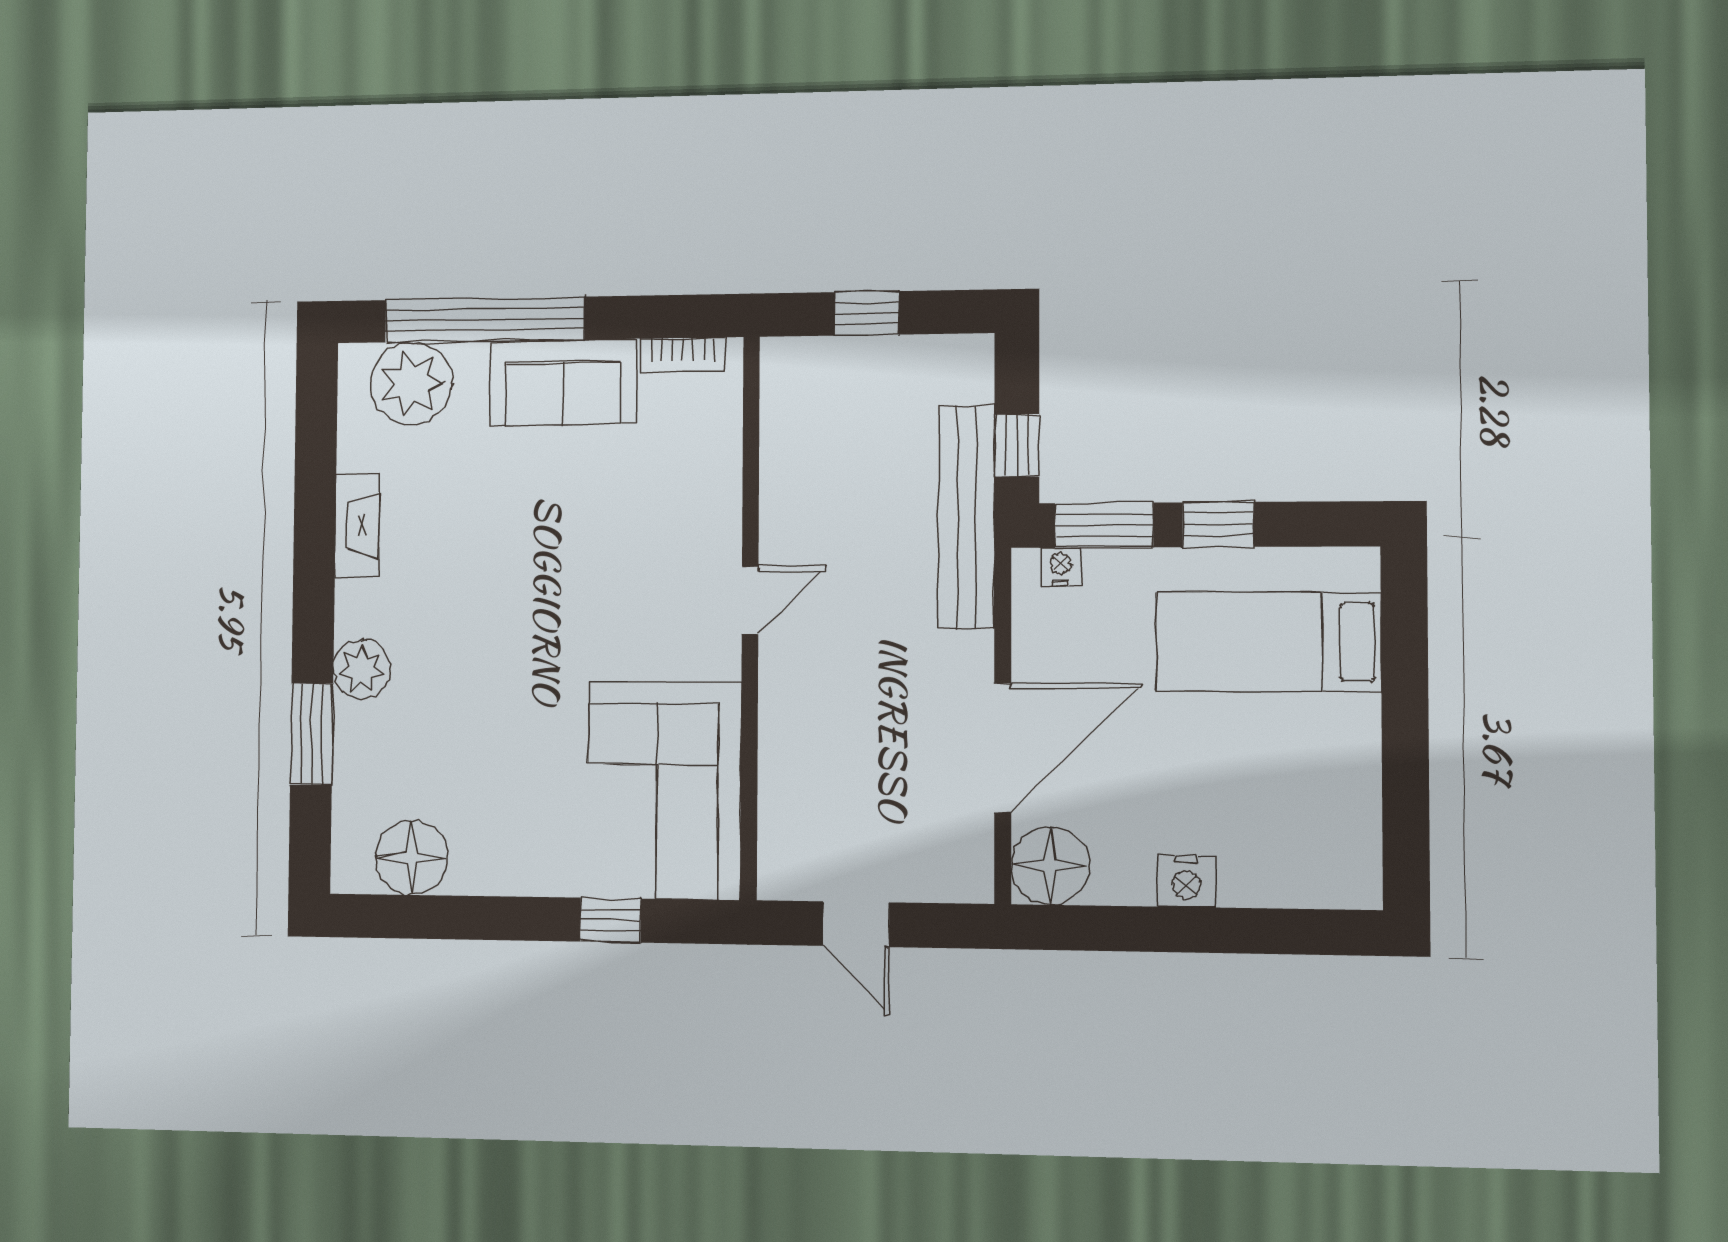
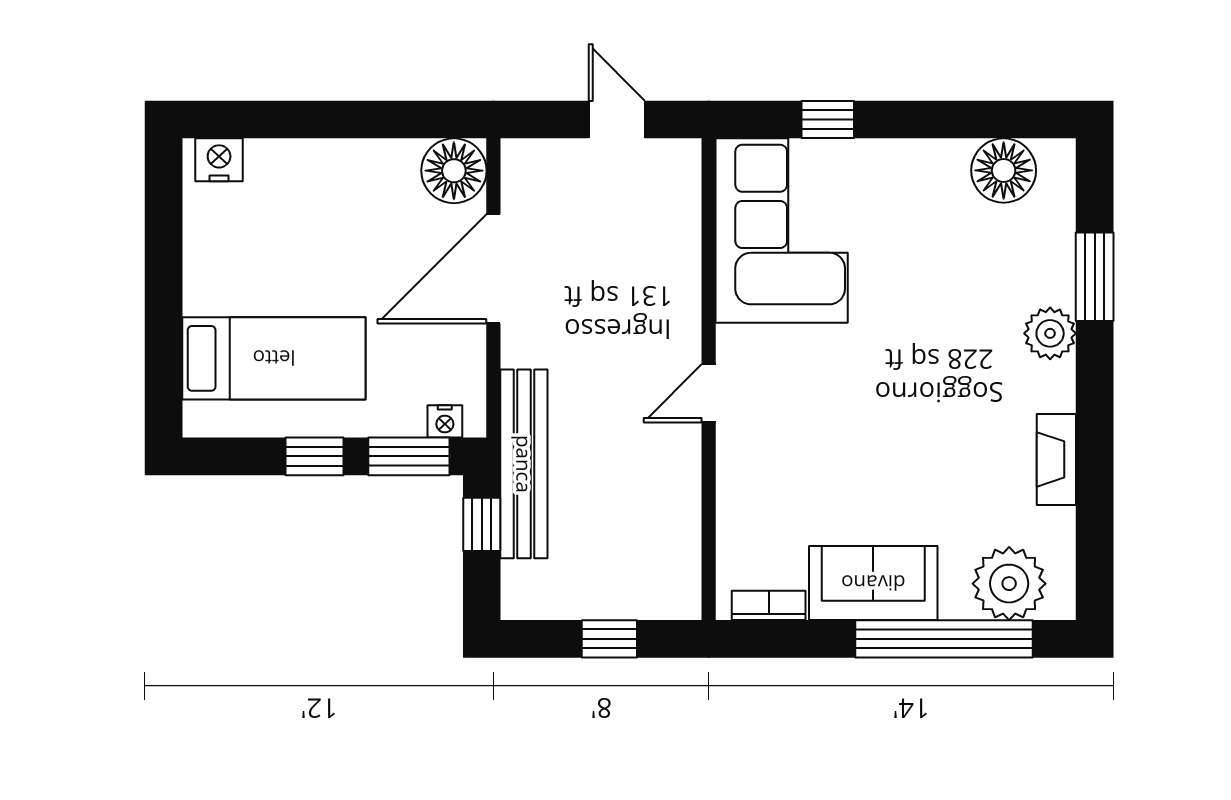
nightstand: (1186, 881) -> (219, 160), moved

